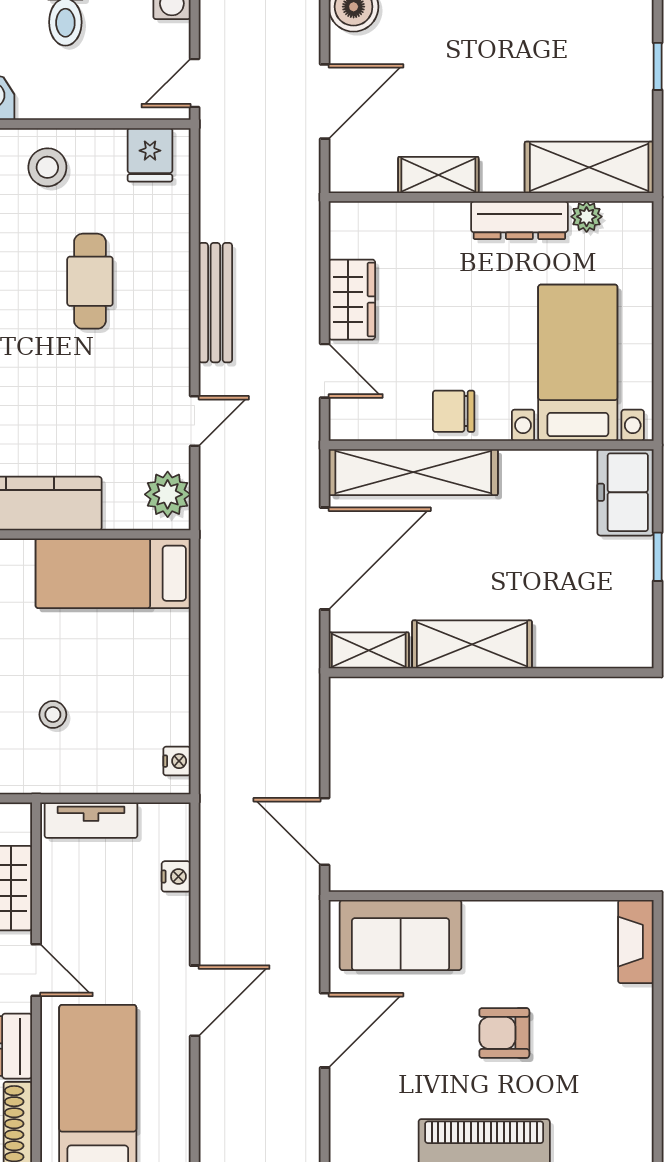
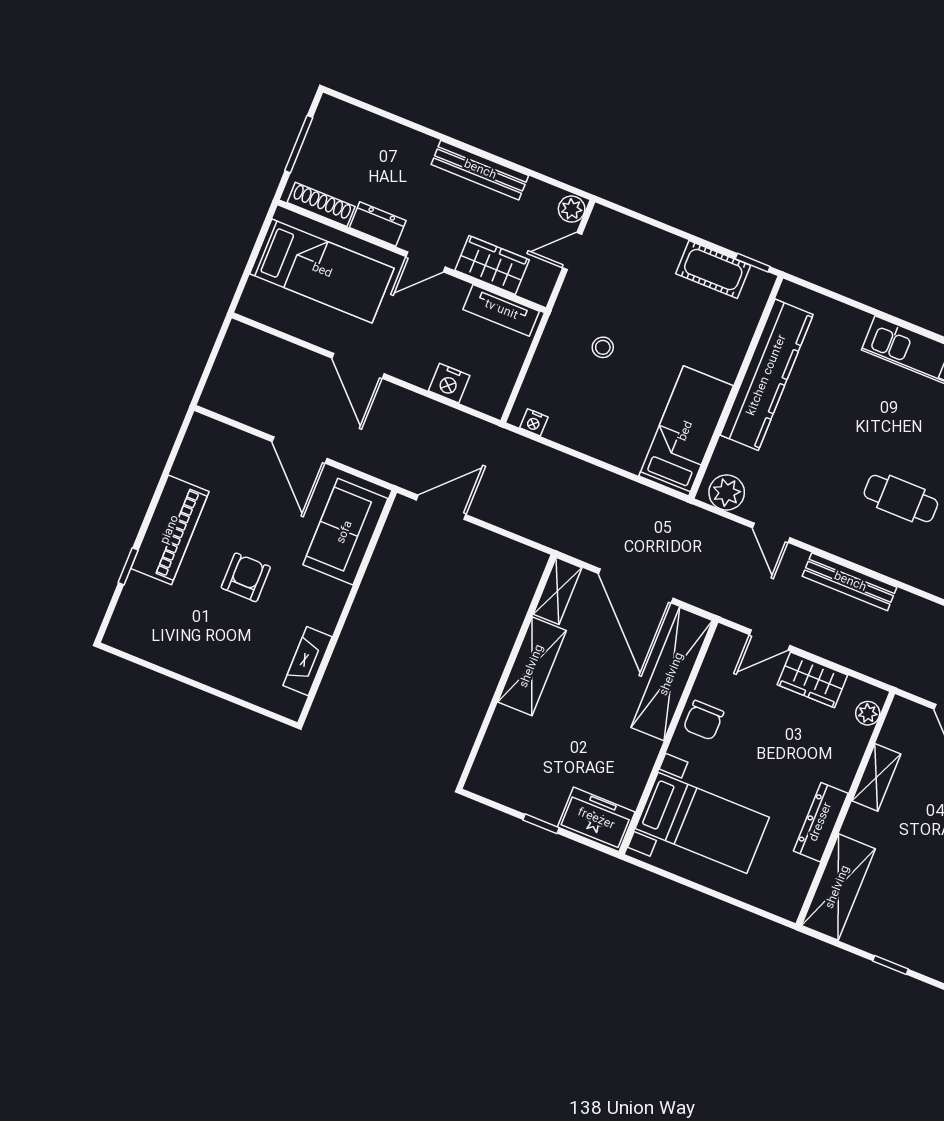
plant: (587, 217) -> (868, 713), moved
chair: (454, 411) -> (703, 720), turned 180
tv unit: (91, 820) -> (501, 310), moved, turned -90
nightstand: (176, 876) -> (449, 383), width x1.39, depth x1.35
fireplace: (636, 942) -> (307, 661), moved, turned -90

